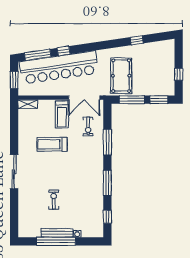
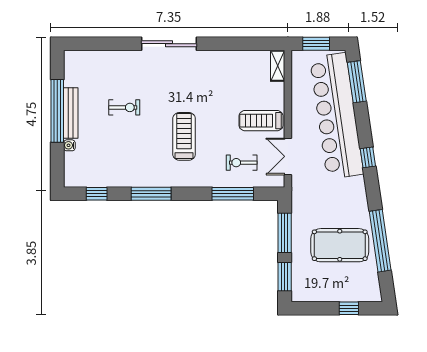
window: (137, 40) -> (380, 241), width x3.17
window: (64, 51) -> (368, 157), moved
window: (179, 74) -> (349, 308), moved
pool table: (121, 76) -> (340, 245), moved
double door: (84, 98) -> (288, 156), width x0.73
window: (107, 142) -> (233, 194), moved
treadmill: (52, 144) -> (184, 136), moved

